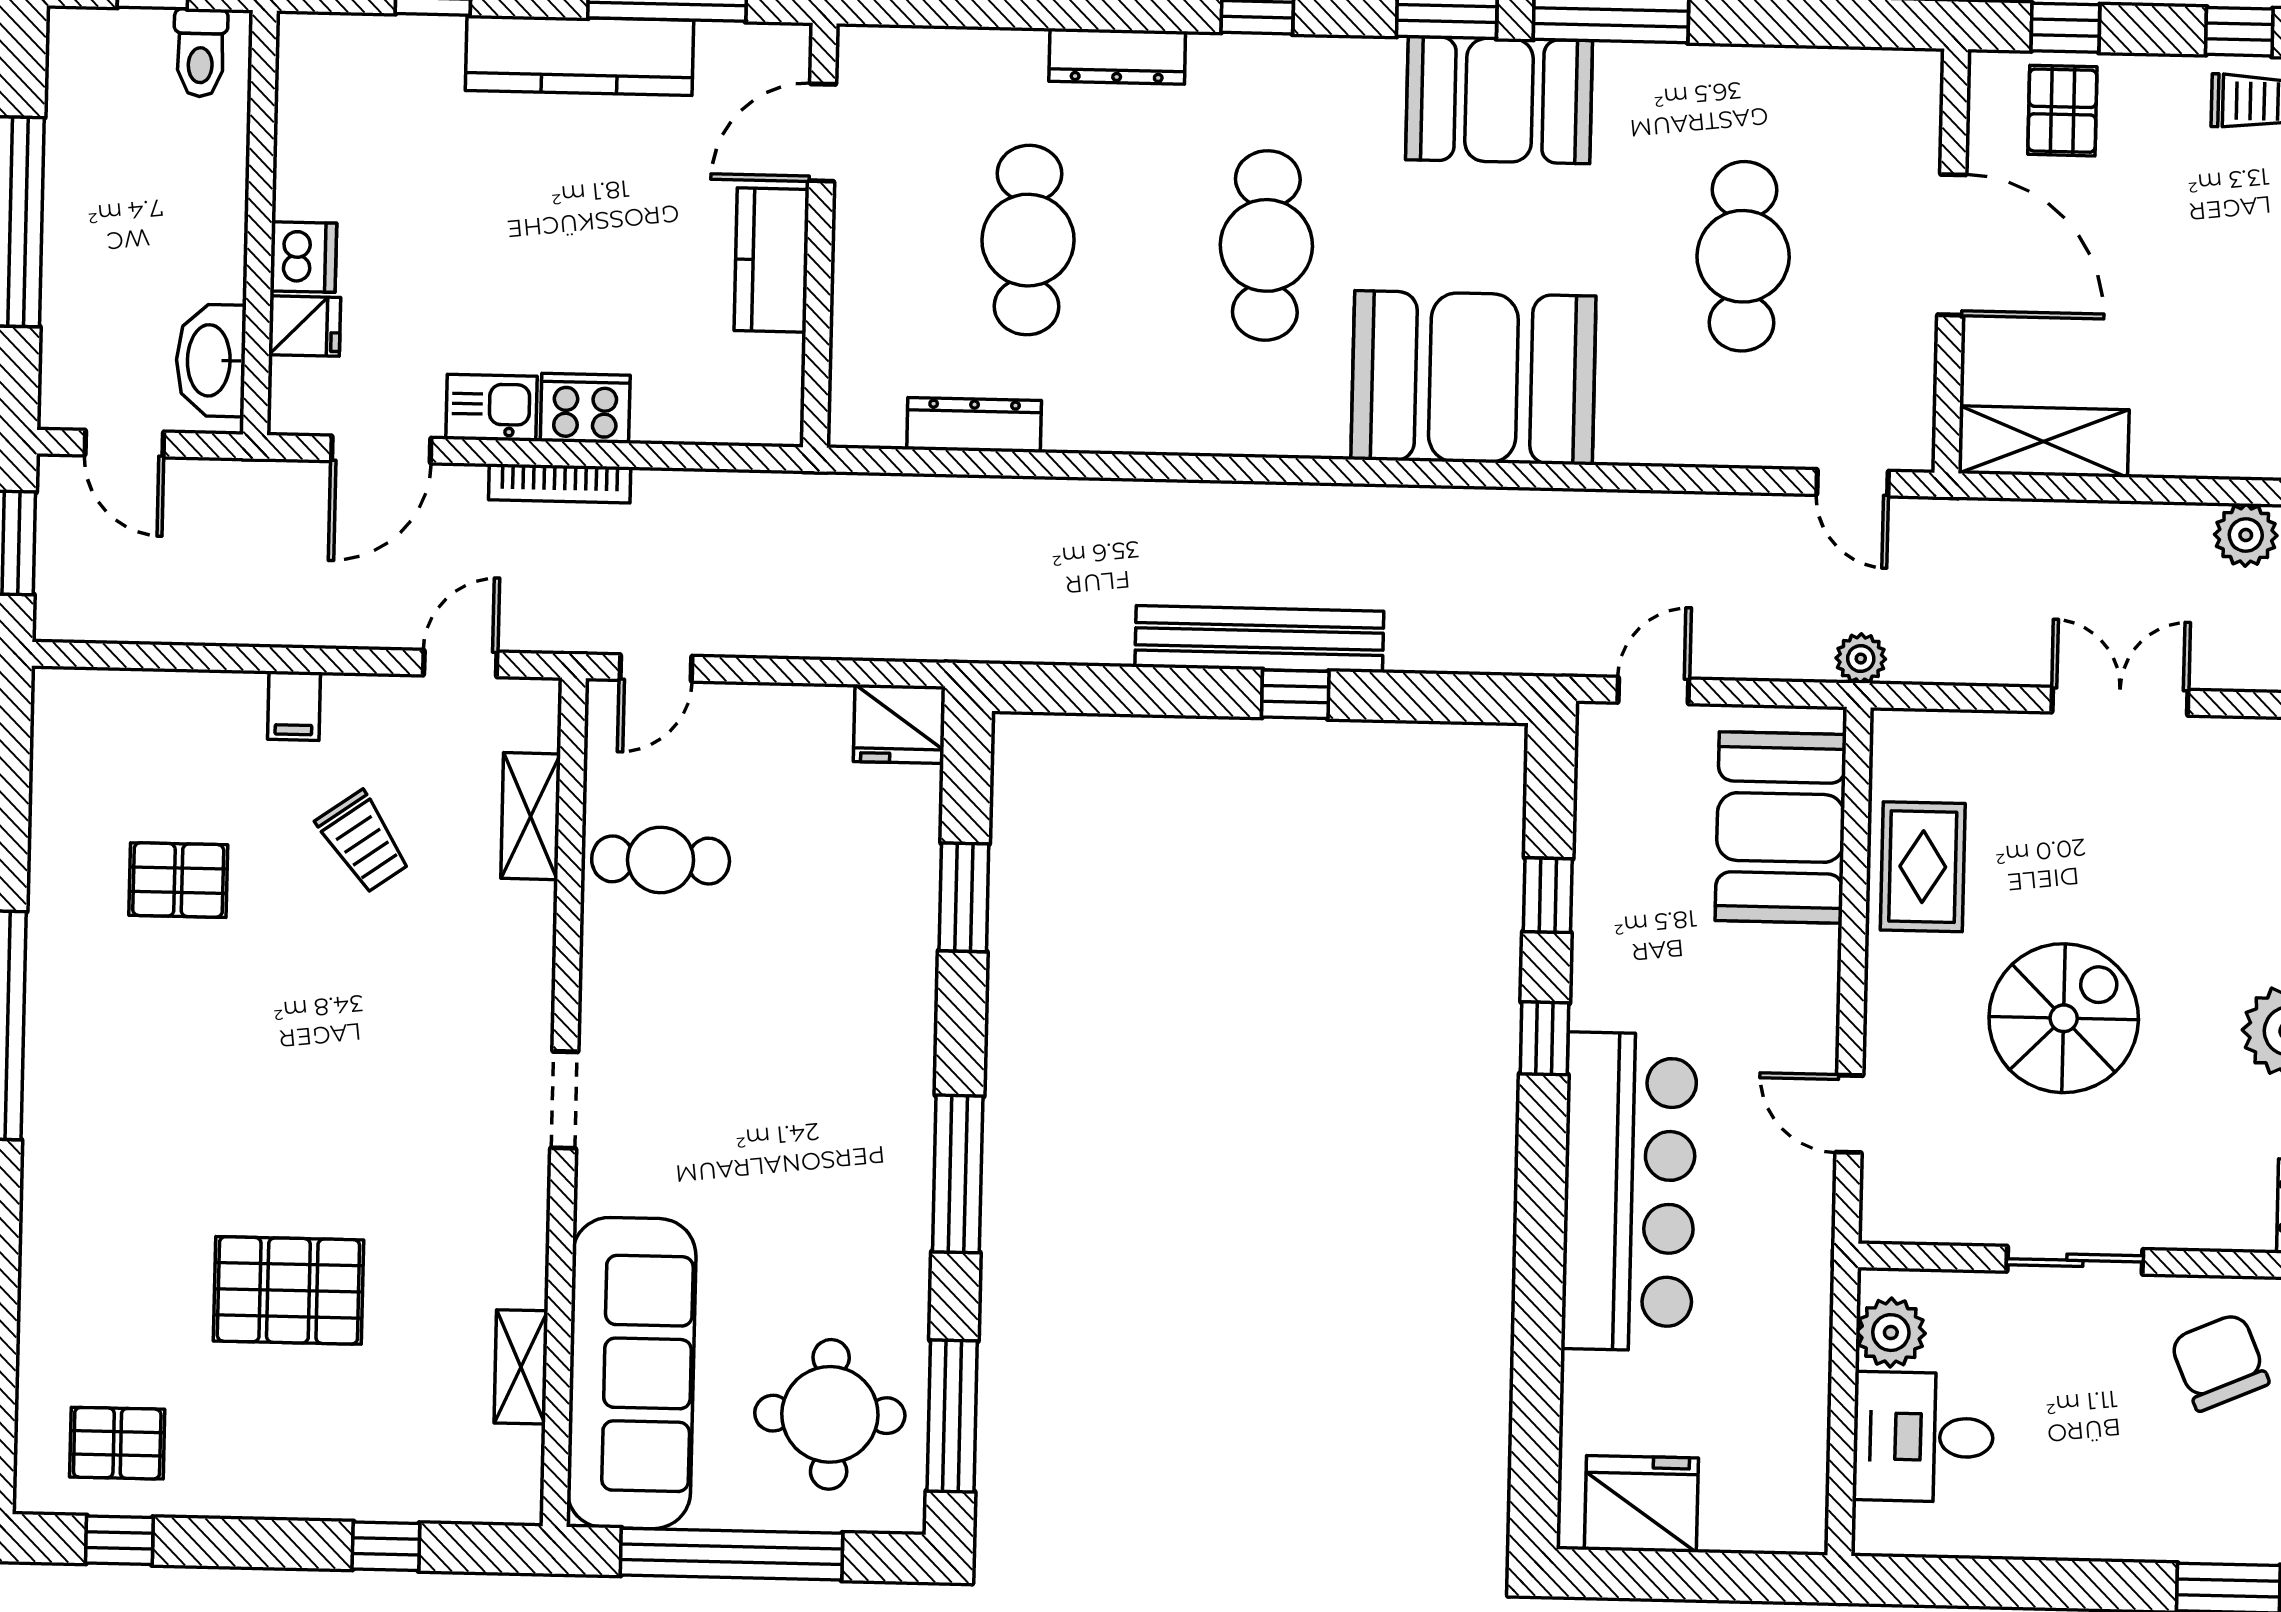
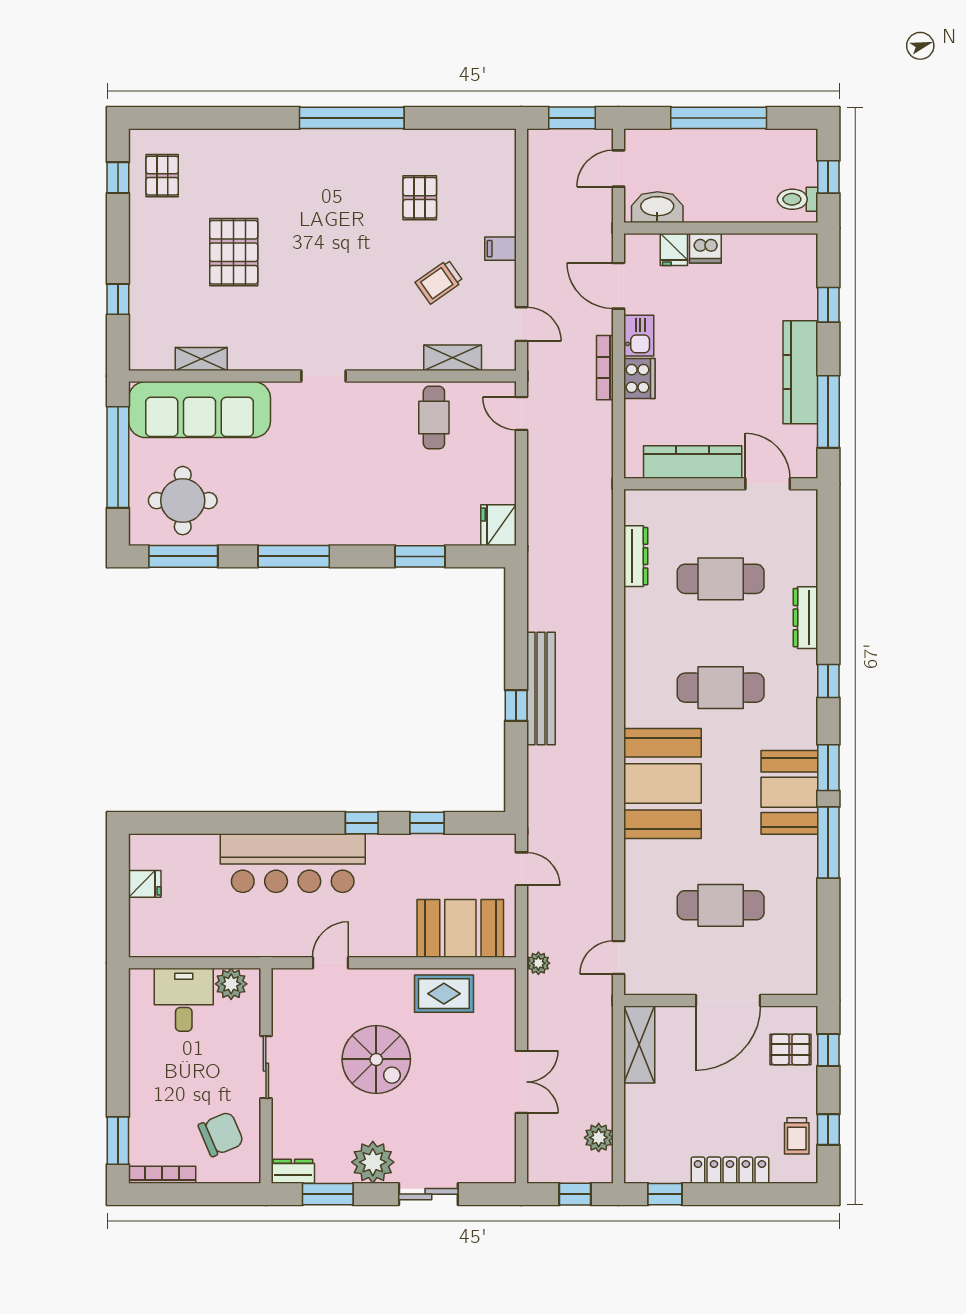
kitchen counter: (772, 260) -> (693, 462), width x1.50
fridge: (1641, 1504) -> (145, 884), width x0.53, depth x0.75

